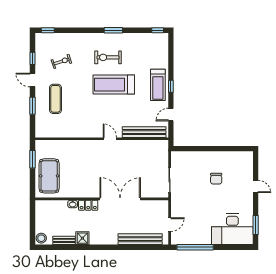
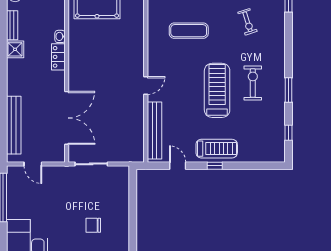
window: (158, 30) -> (289, 133), moved
treadmill: (158, 85) -> (217, 149), turned 180
exercise mat: (55, 99) -> (189, 31), moved
double door: (120, 199) -> (67, 118), moved

